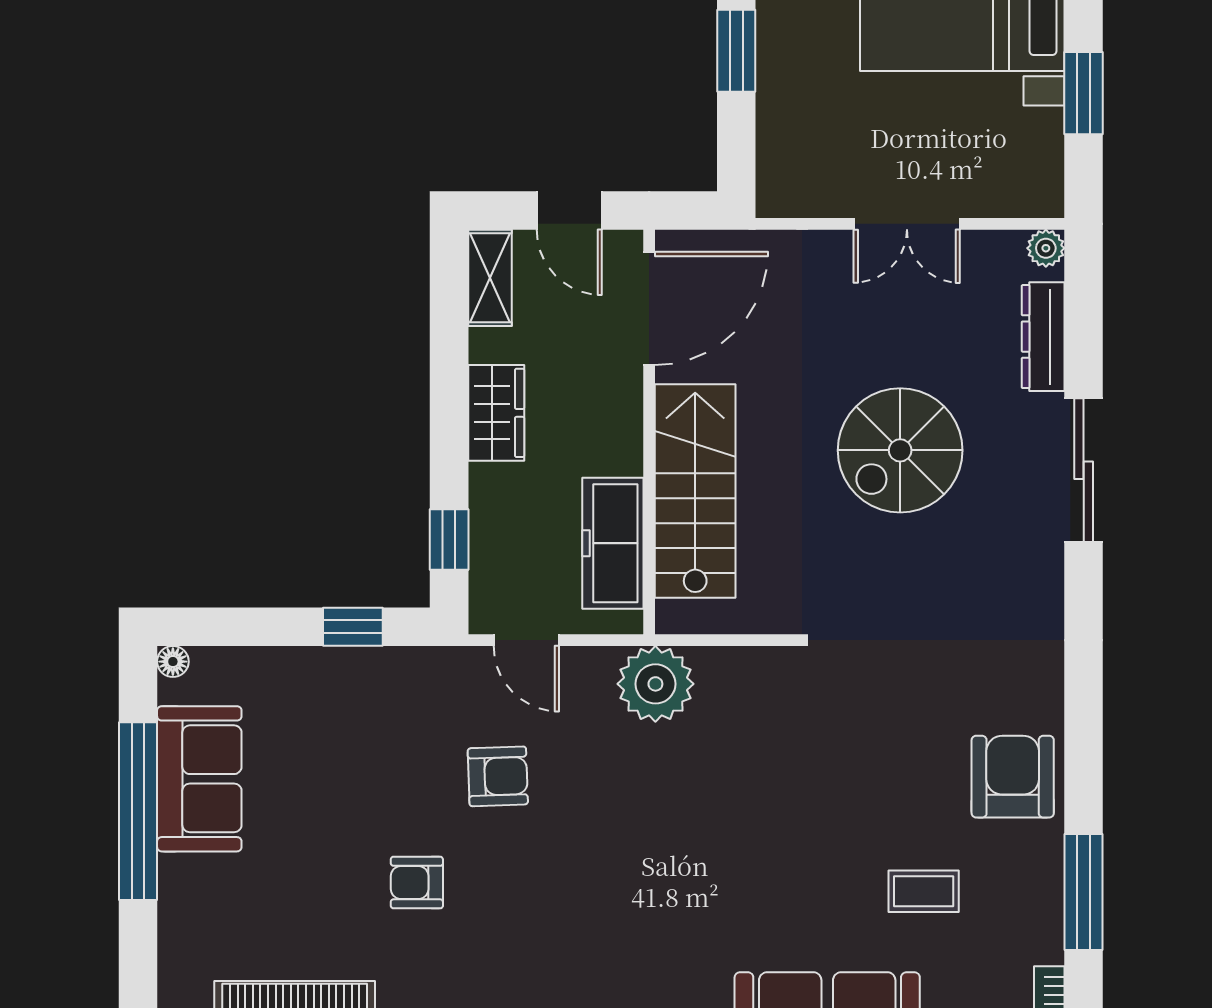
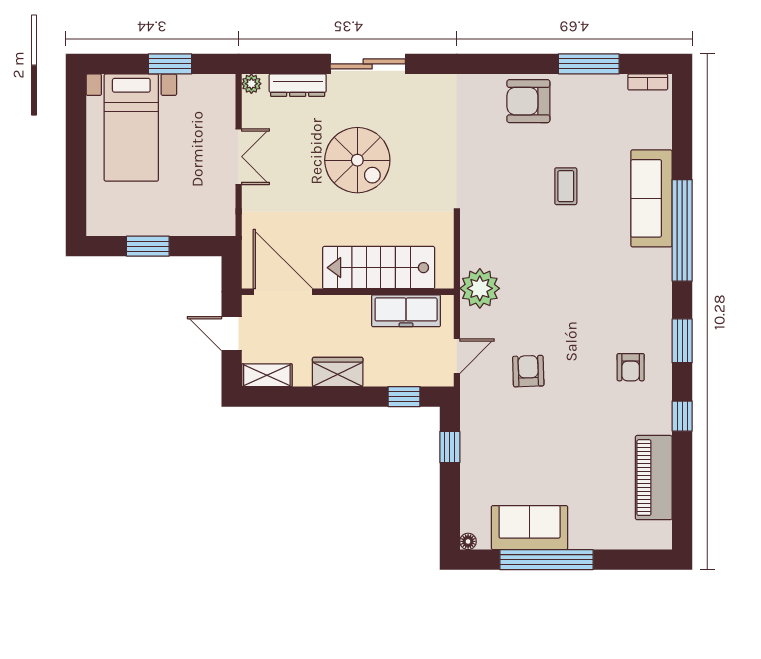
door: (569, 210) -> (232, 334), swing flipped
armchair: (417, 883) -> (631, 367), moved
coffee table: (924, 891) -> (566, 186), moved

